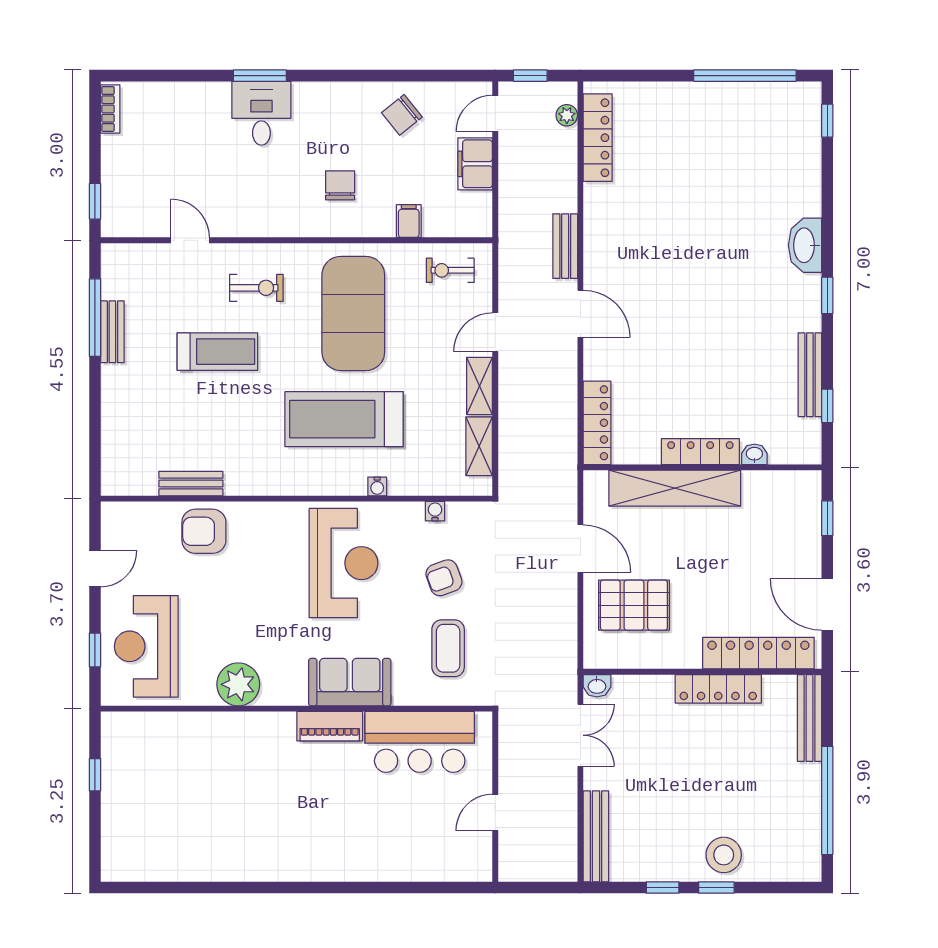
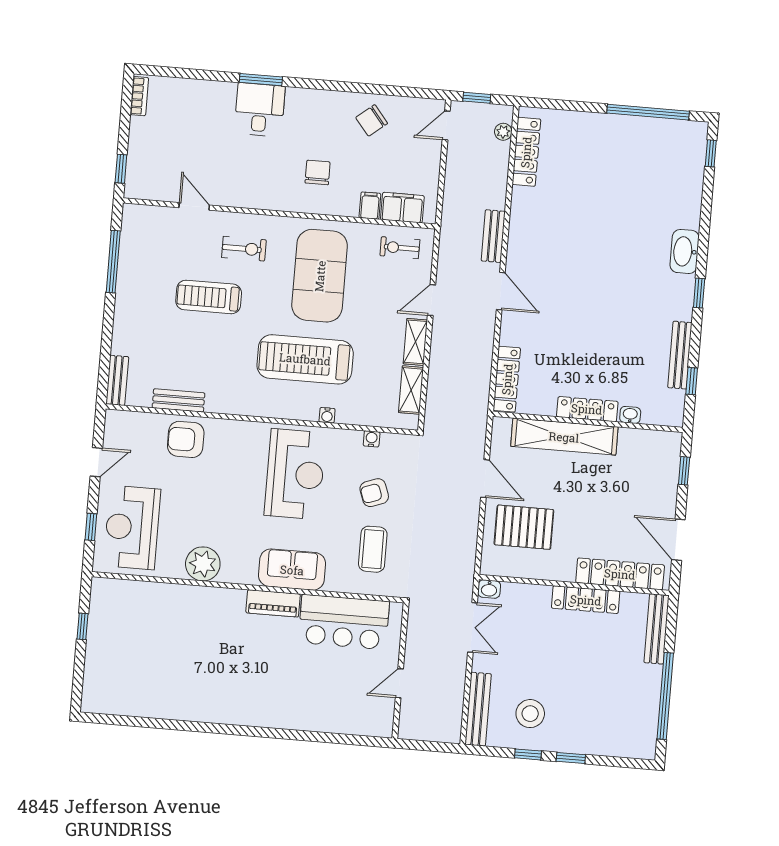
filing cabinet: (475, 164) -> (402, 208), moved, turned 90
bench: (112, 332) -> (117, 380), moved
treadmill: (217, 352) -> (209, 297), turned 180
stool: (724, 855) -> (530, 714), moved

